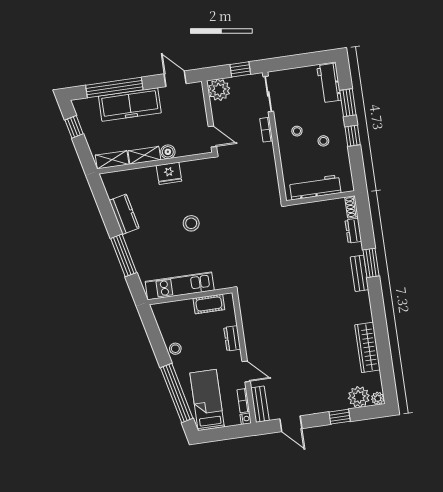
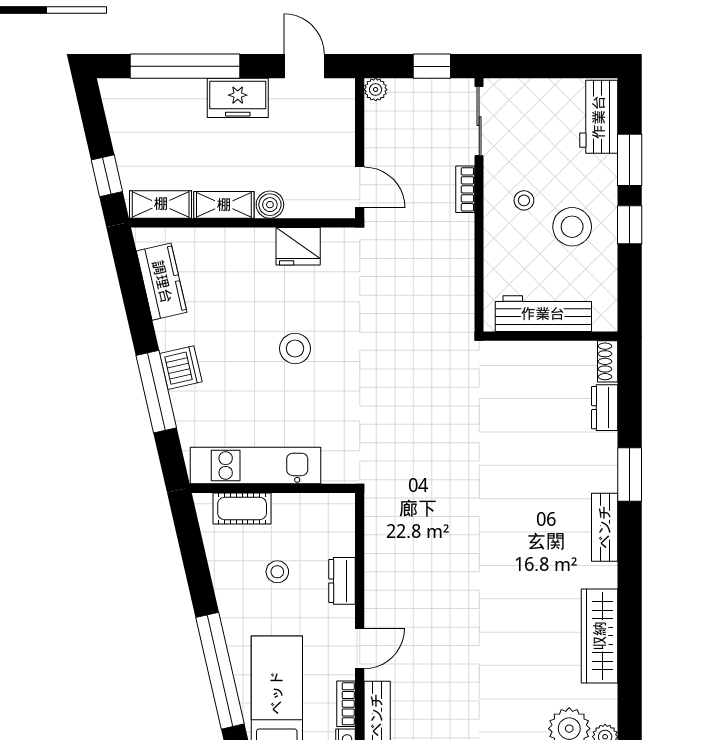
plant: (219, 90) -> (376, 90), width x0.53, depth x0.53
freezer: (130, 104) -> (238, 98), width x0.52, depth x0.79
window: (74, 127) -> (107, 176), moved
stool: (323, 141) -> (572, 227), width x1.89, depth x1.89
fridge: (169, 173) -> (298, 246), moved
kitchen counter: (124, 214) -> (162, 282), moved
dishwasher: (134, 241) -> (181, 368), added
bench: (359, 273) -> (605, 527), moved
cot: (209, 304) -> (242, 508), moved
stool: (175, 349) -> (277, 572), moved
door: (246, 371) -> (360, 649), hinge flipped

